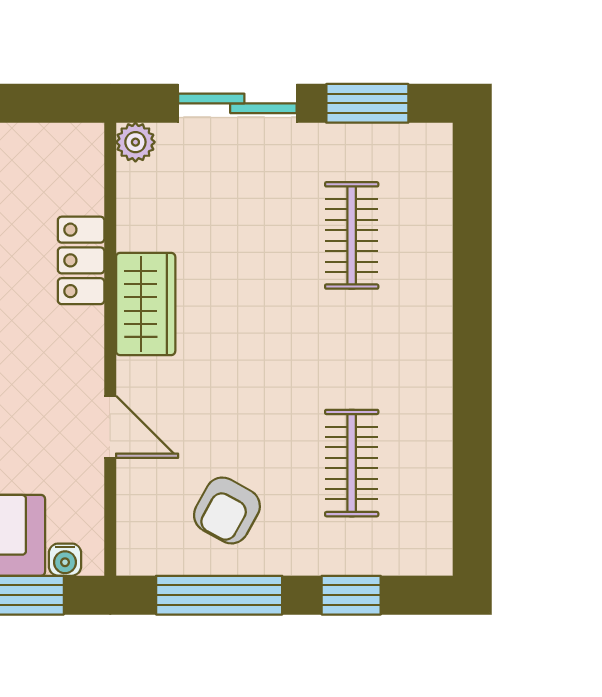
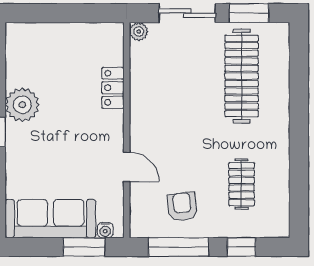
clothes rail: (352, 235) -> (242, 76), width x1.86, depth x1.31
wardrobe: (146, 304) -> (144, 109), removed
armchair: (227, 510) -> (182, 207), turned 145

